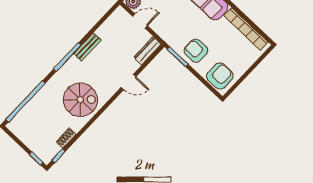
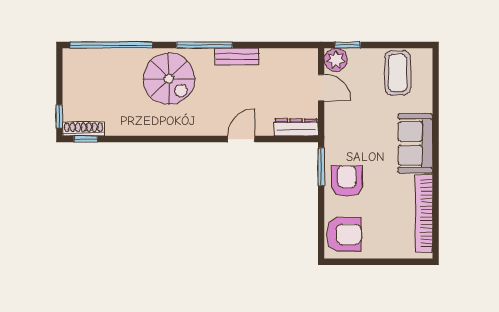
door: (128, 82) -> (241, 139), swing flipped
spiral stairs: (80, 100) -> (169, 79), moved
shoe rack: (66, 138) -> (83, 129), moved, width x1.43

